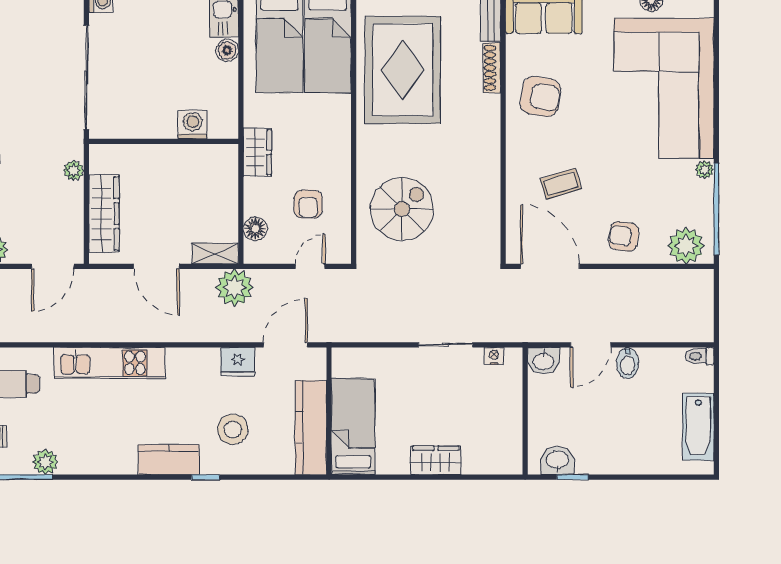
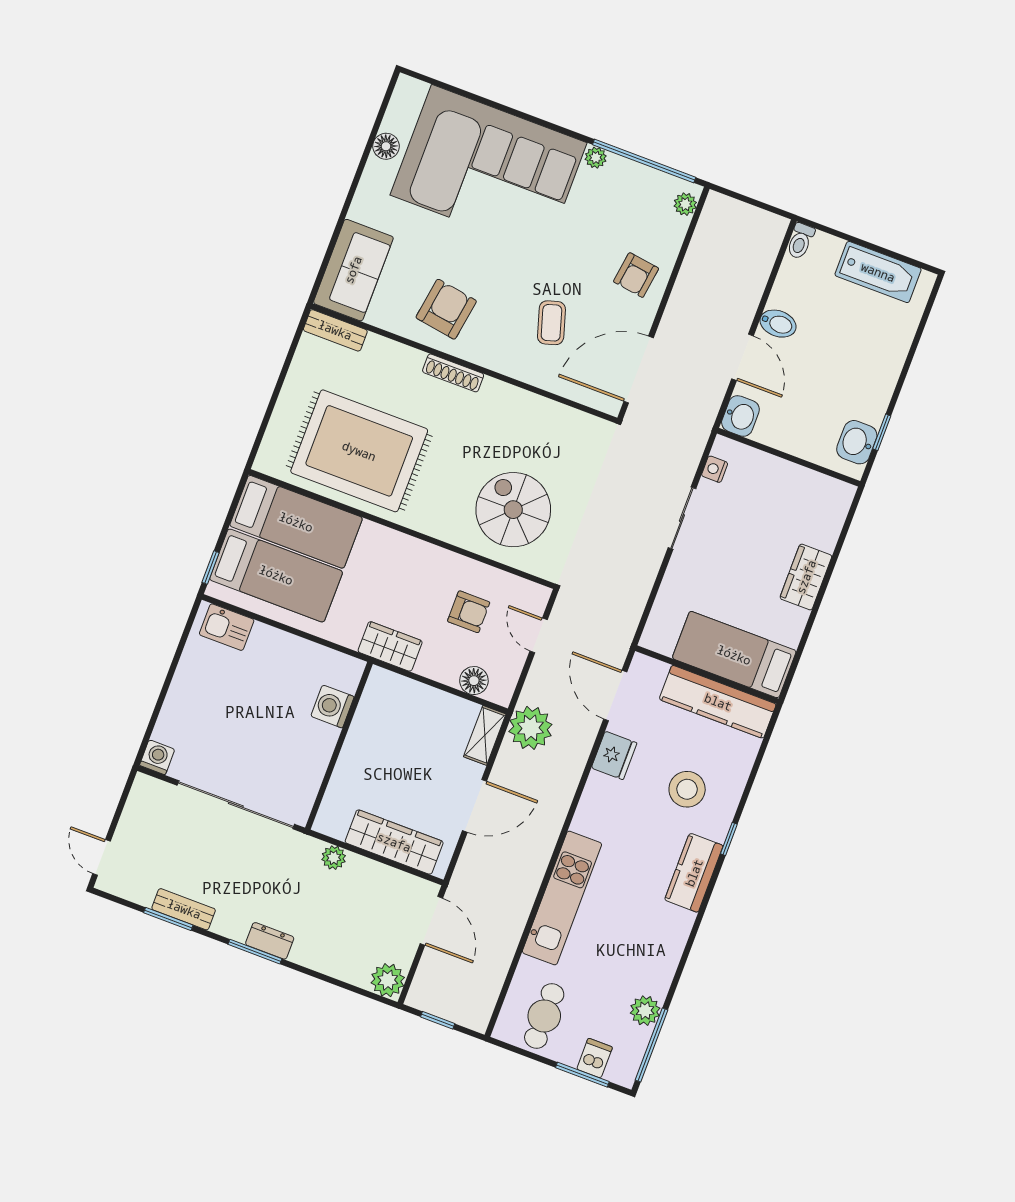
boiler: (227, 50) -> (264, 637), removed
shoe rack: (492, 68) -> (453, 373), moved
plant: (686, 246) -> (685, 204), width x0.53, depth x0.53

